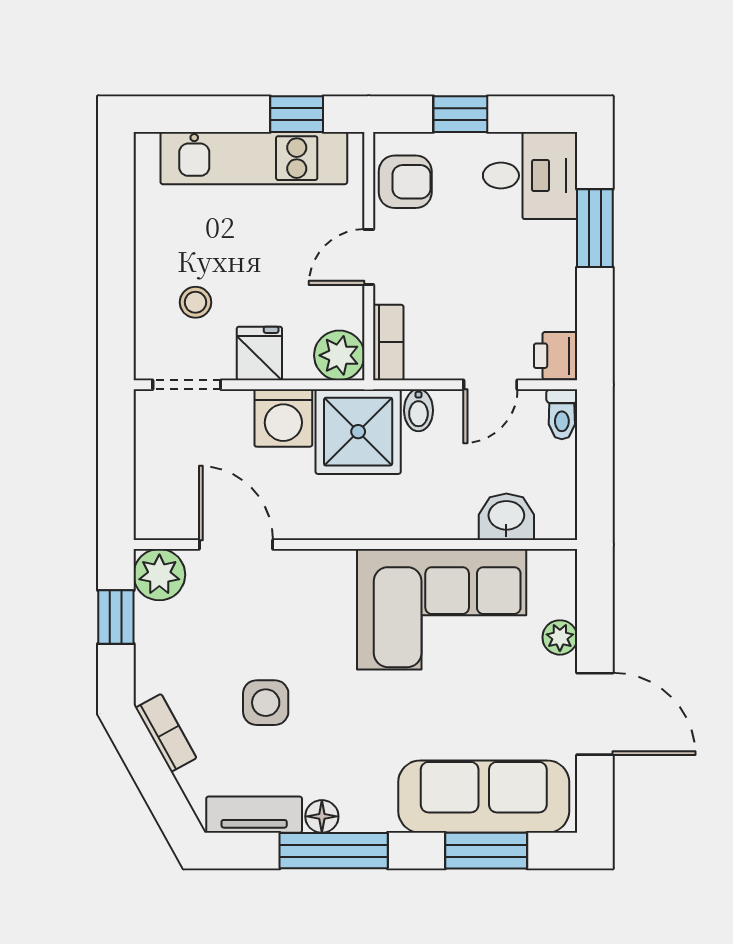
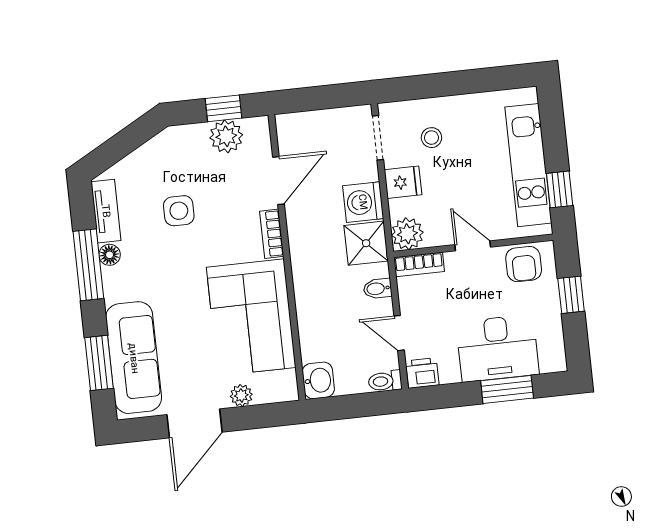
desk: (530, 176) -> (498, 348), moved, width x1.37
shower: (358, 432) -> (366, 243), width x0.73, depth x0.73
washbasin: (506, 517) -> (318, 380), moved
plant: (159, 575) -> (226, 136), moved
bookcase: (166, 733) -> (272, 234), moved, turned 119

